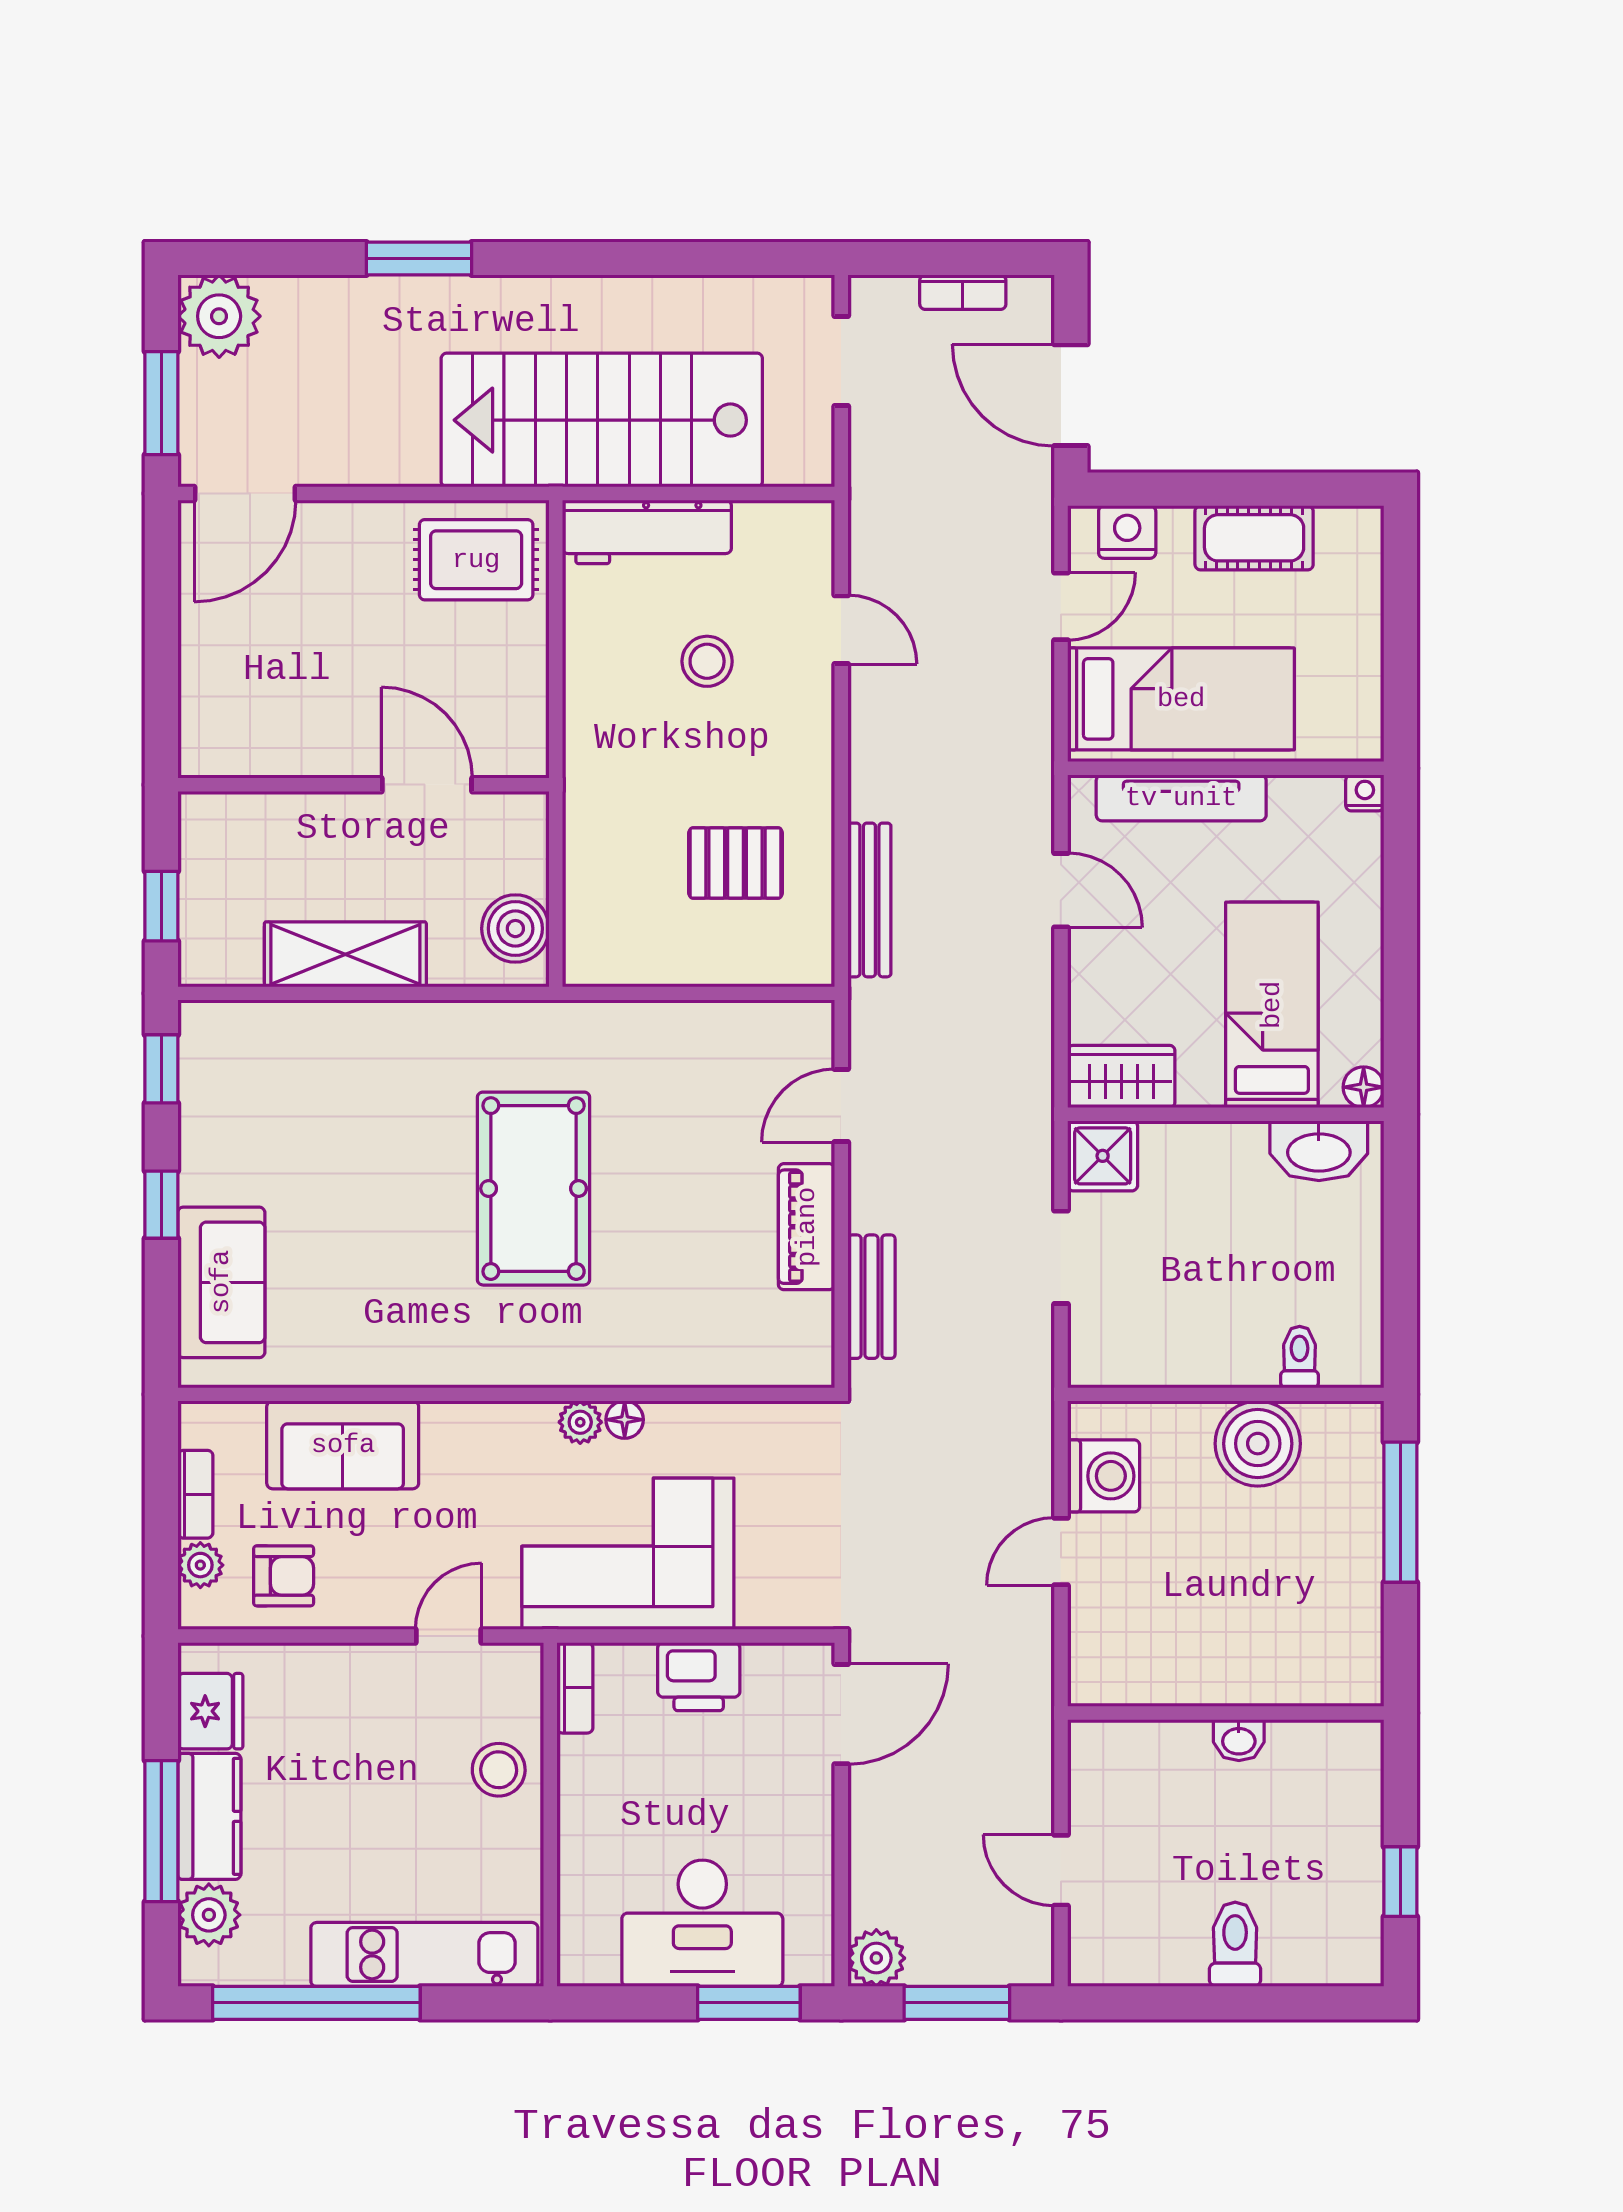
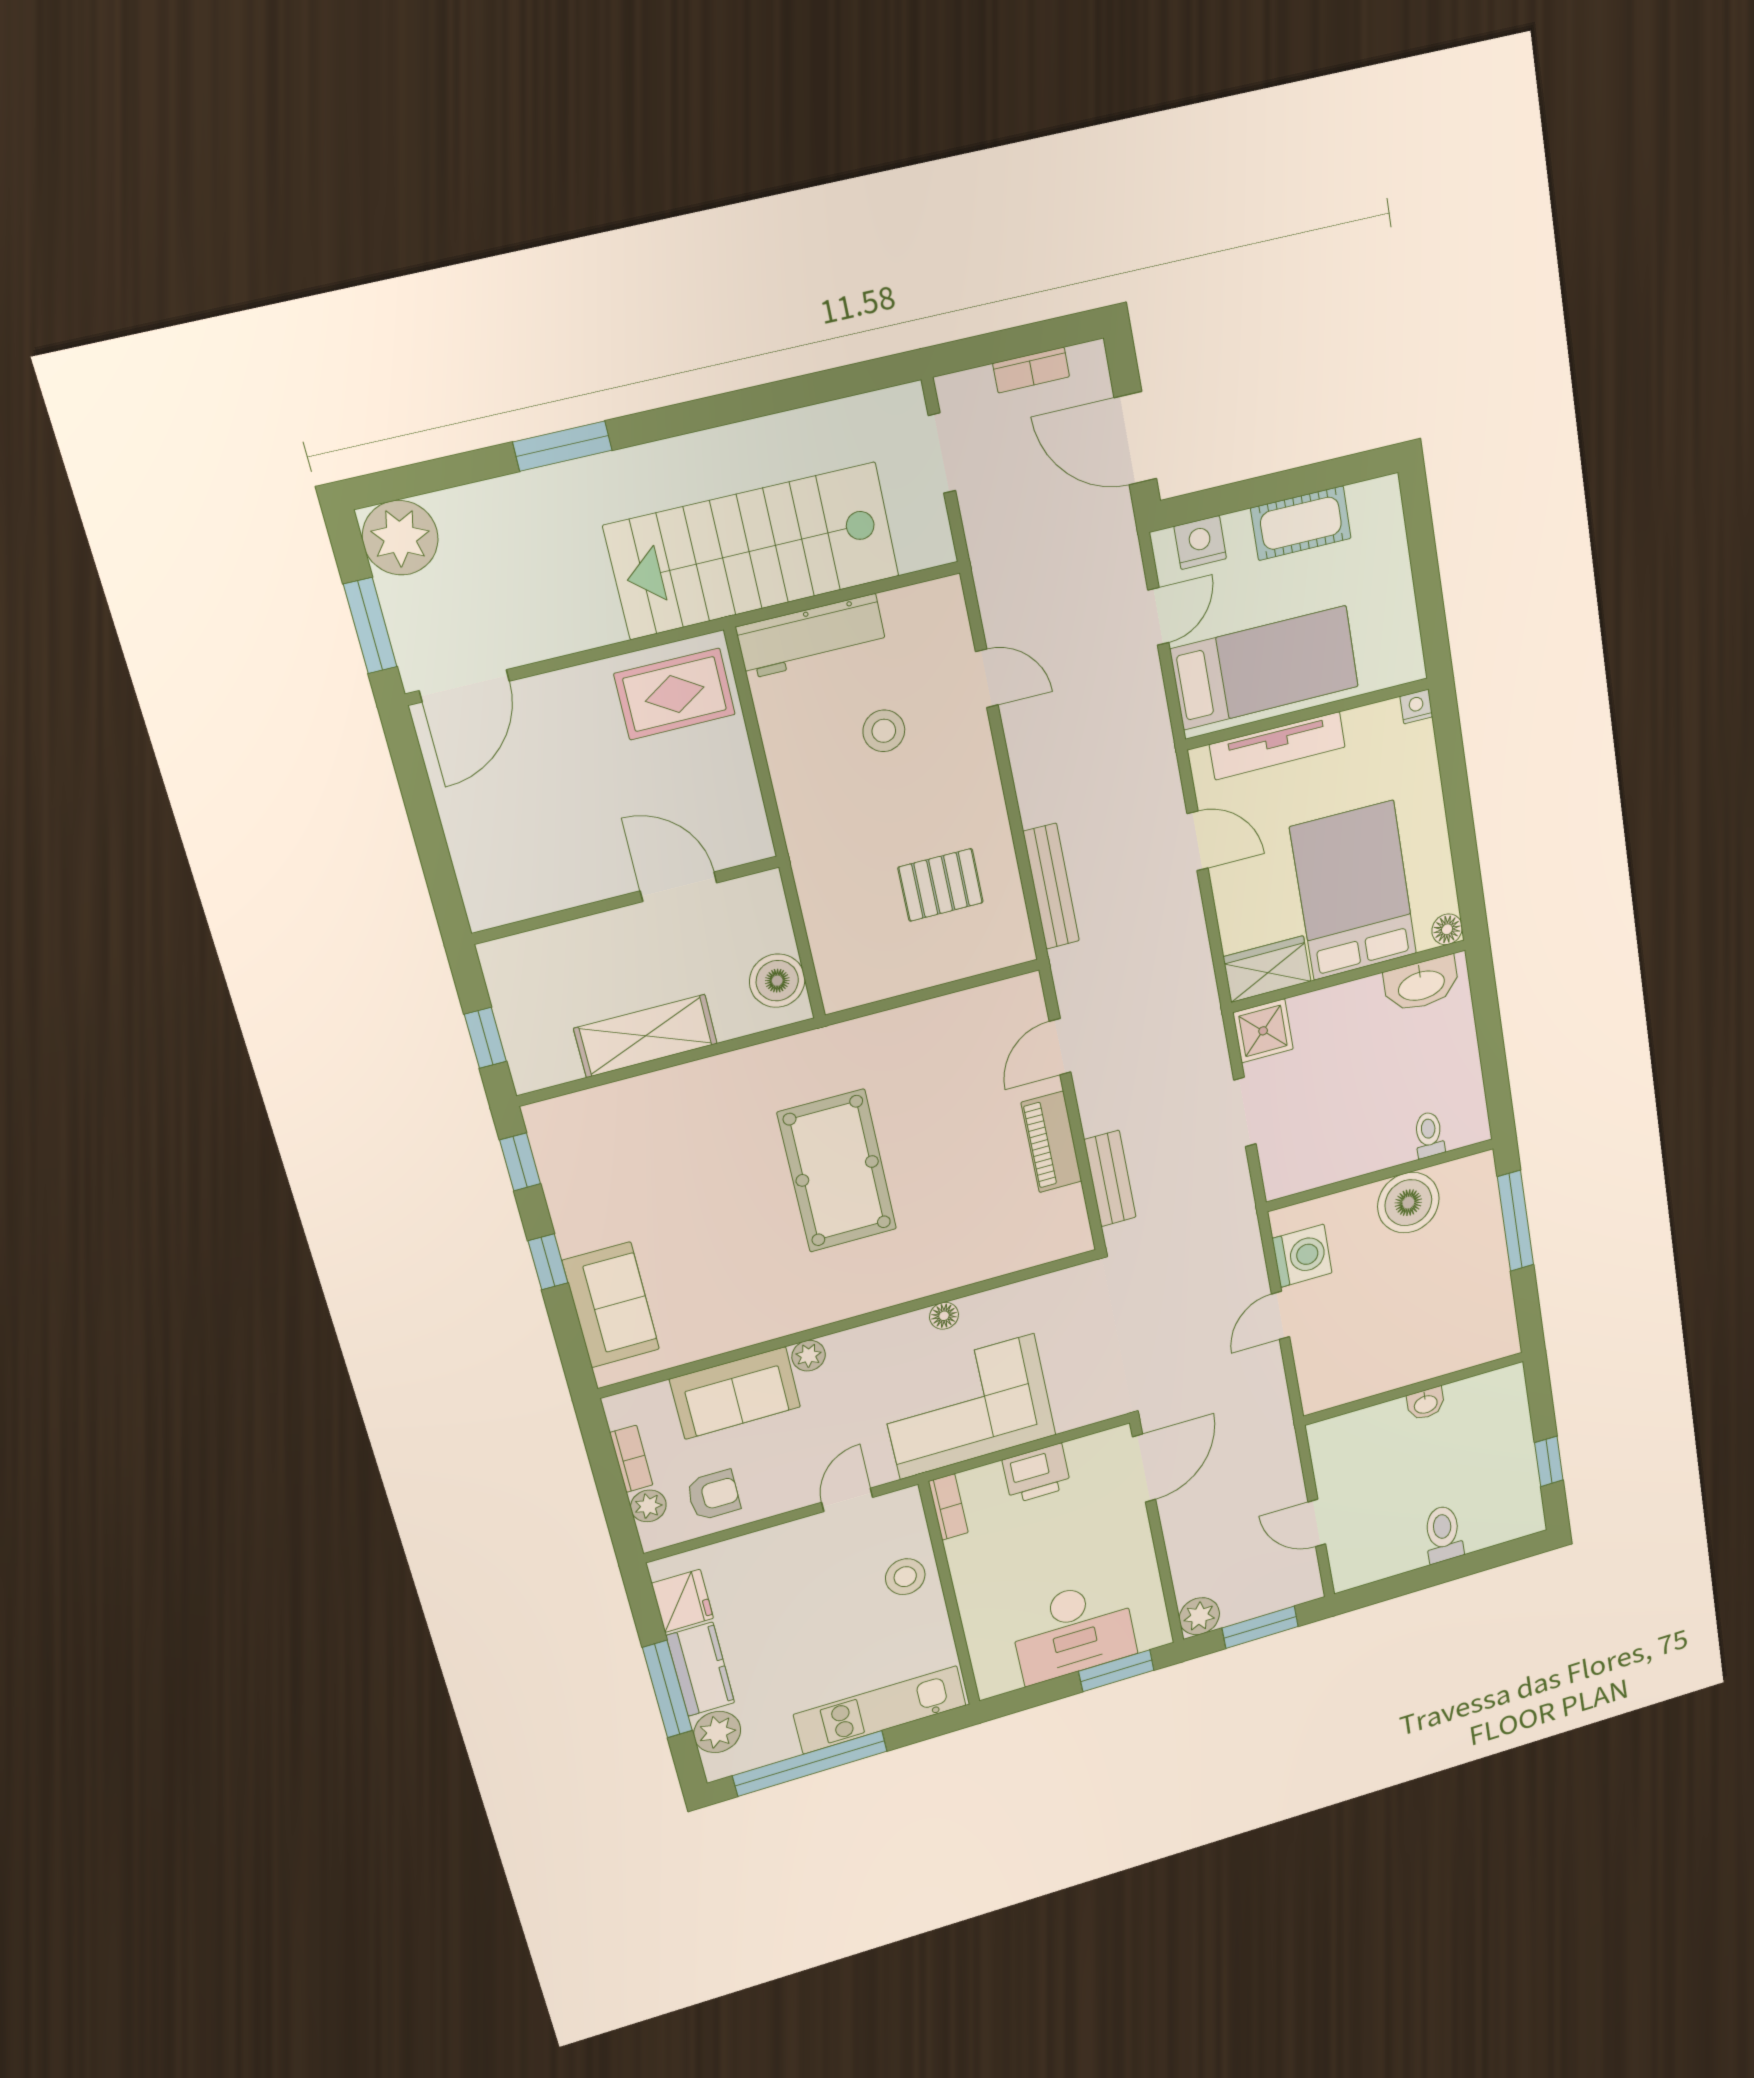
bed: (1272, 1005) -> (1353, 891), width x1.50
plant: (580, 1422) -> (809, 1356), moved

